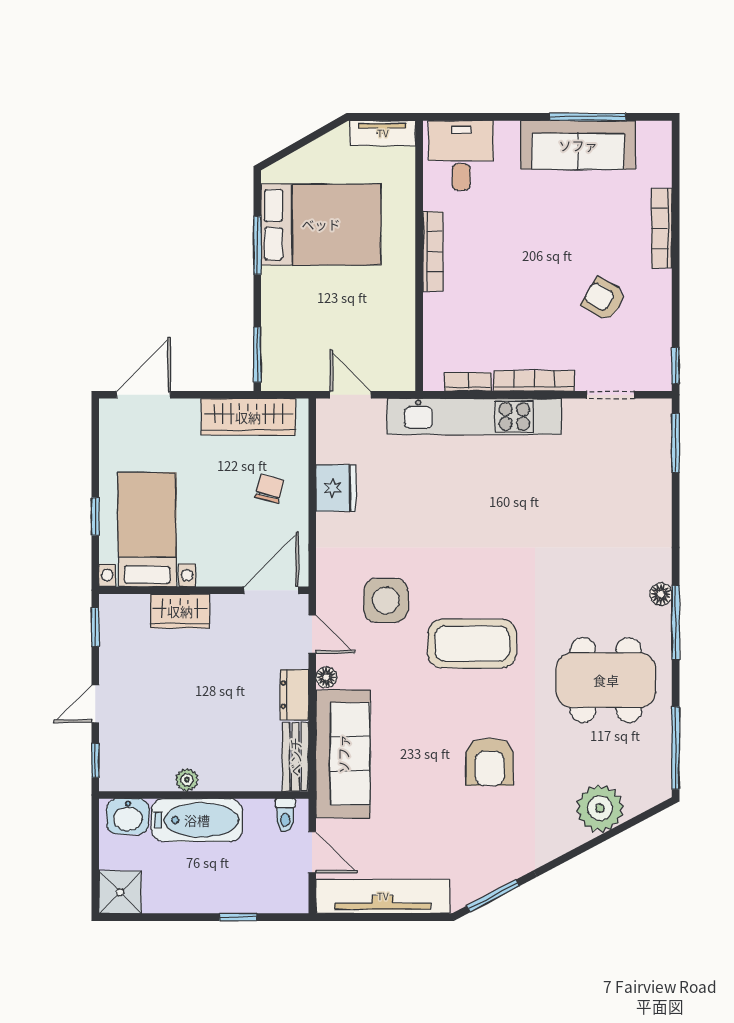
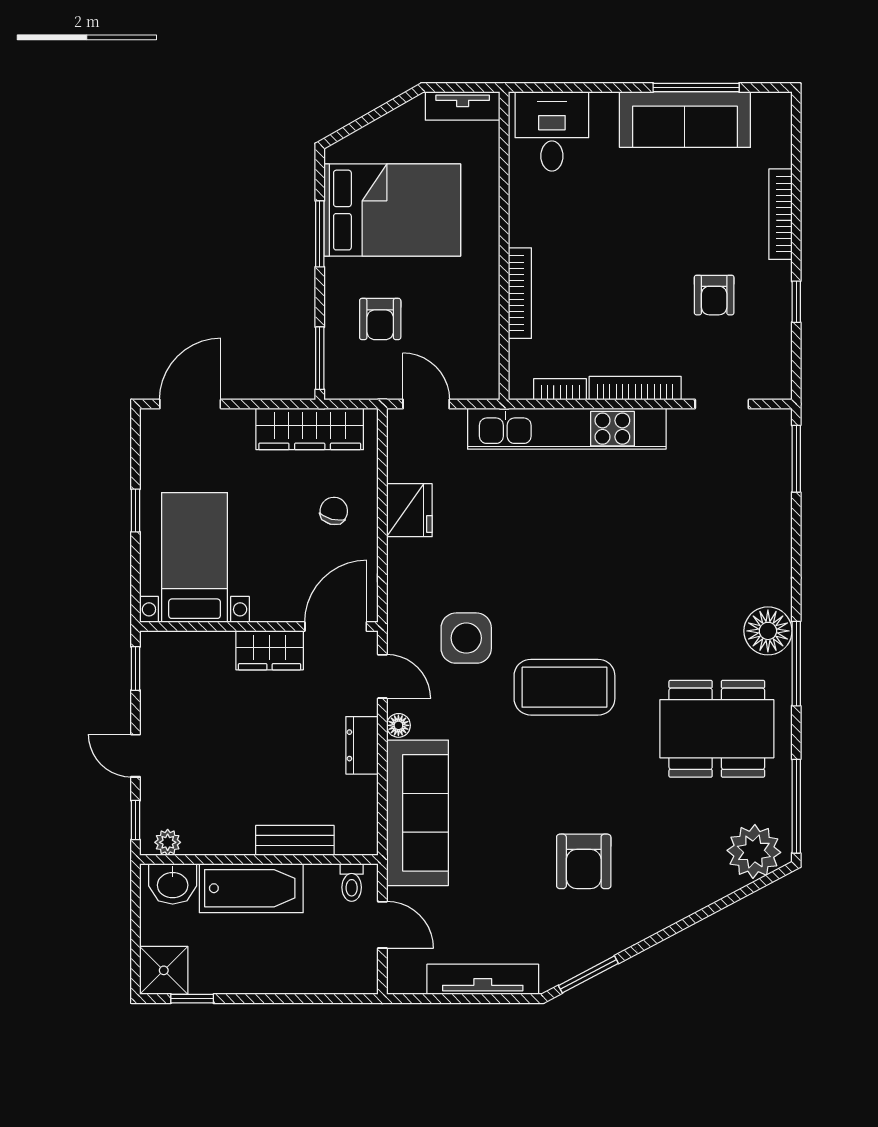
bookcase: (433, 251) -> (520, 293), moved
armchair: (604, 299) -> (714, 295), turned -121
armchair: (310, 320) -> (380, 319), added
window: (676, 366) -> (796, 302), moved
window: (95, 516) -> (135, 511), moved
floor lamp: (661, 594) -> (768, 631), width x1.89, depth x1.89
wardrobe: (180, 611) -> (270, 650), moved
door: (95, 704) -> (135, 756), hinge flipped
bench: (295, 757) -> (295, 840), moved, turned 90
armchair: (490, 762) -> (584, 861), moved
plant: (187, 780) -> (168, 842), moved
plant: (600, 808) -> (754, 851), moved
tv unit: (383, 896) -> (483, 979), width x0.73, depth x0.78
window: (238, 917) -> (192, 999), moved

